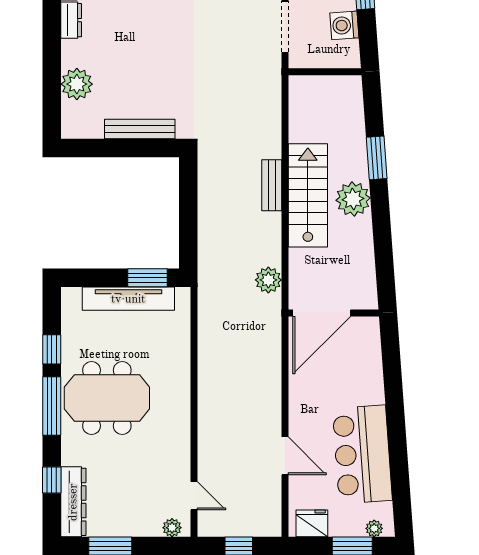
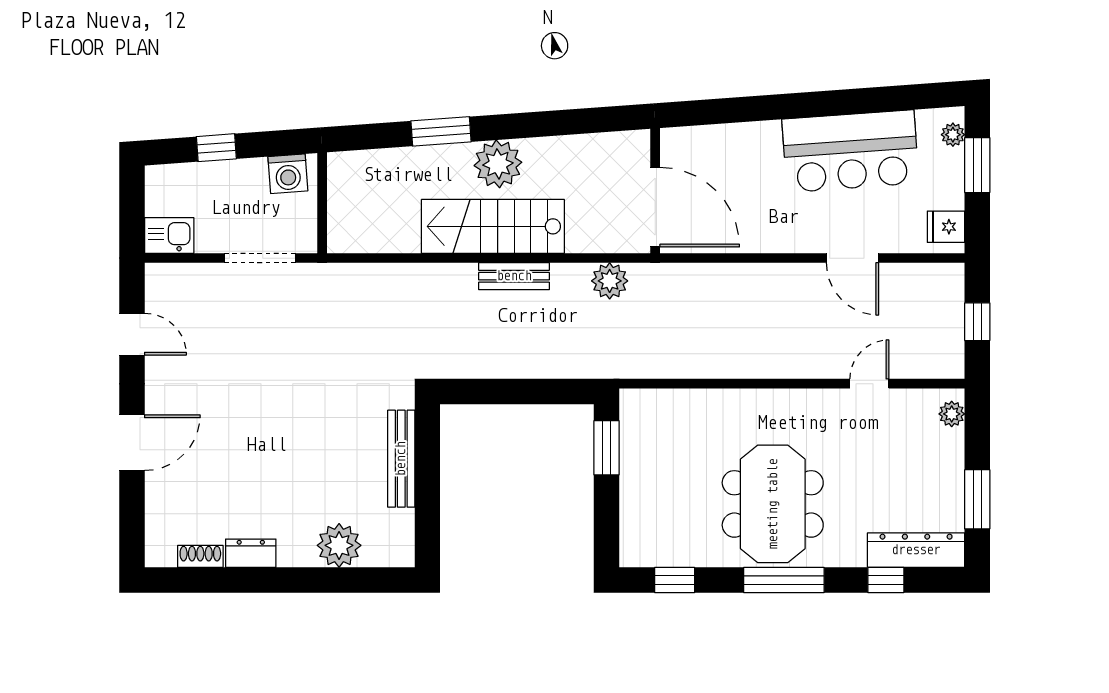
washing machine: (344, 25) -> (288, 174), moved
bench: (272, 185) -> (514, 276), moved
tv unit: (128, 299) -> (635, 474), removed
window: (52, 349) -> (675, 580), moved
door: (285, 456) -> (853, 258), swing flipped
door: (194, 496) -> (869, 384), moved
fridge: (312, 523) -> (946, 227), width x0.72

